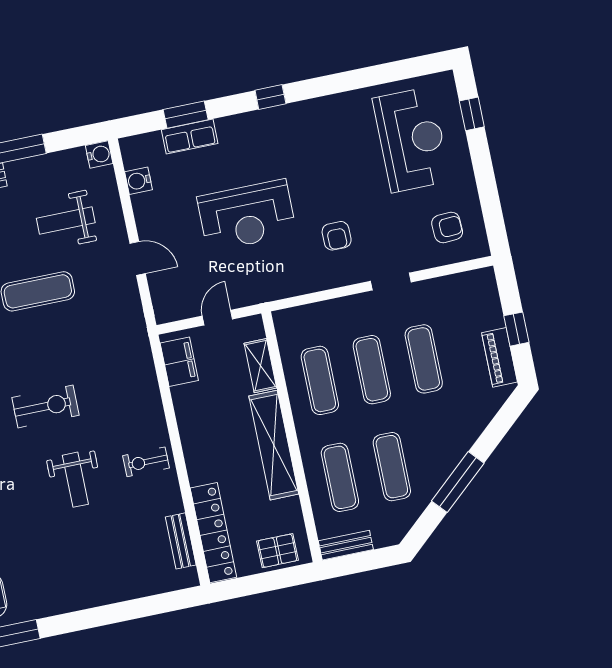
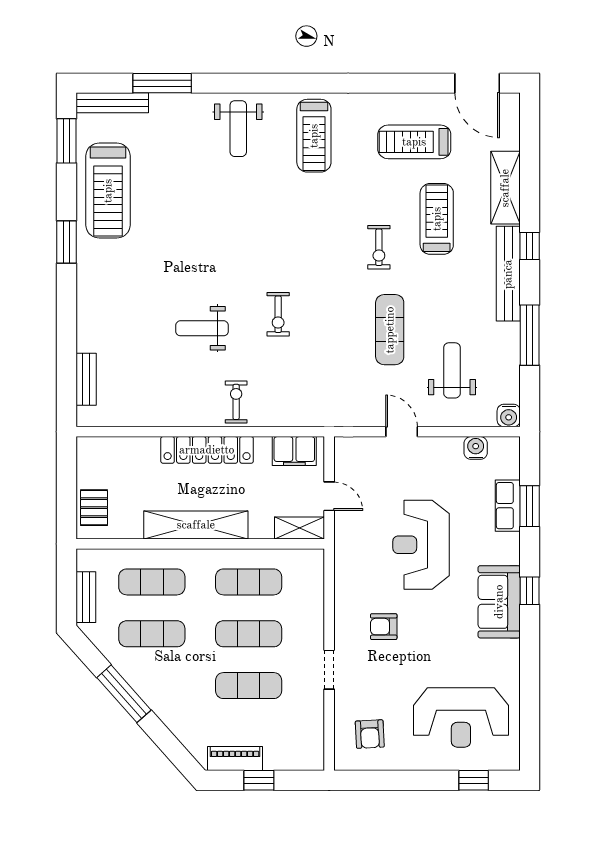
sofa: (288, 125) -> (499, 602), added
door: (138, 258) -> (402, 432), swing flipped
shelving: (260, 366) -> (300, 528), moved
exercise bike: (46, 406) -> (278, 314), width x0.73, depth x0.72
exercise bike: (146, 462) -> (236, 402), moved
locker: (213, 533) -> (207, 450), moved
bench: (181, 541) -> (86, 379), moved, turned 90
bench: (346, 545) -> (86, 597), moved

